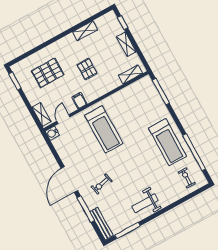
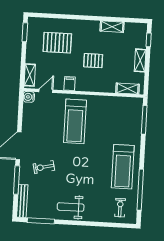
pallet: (87, 69) -> (93, 61), turned 90

